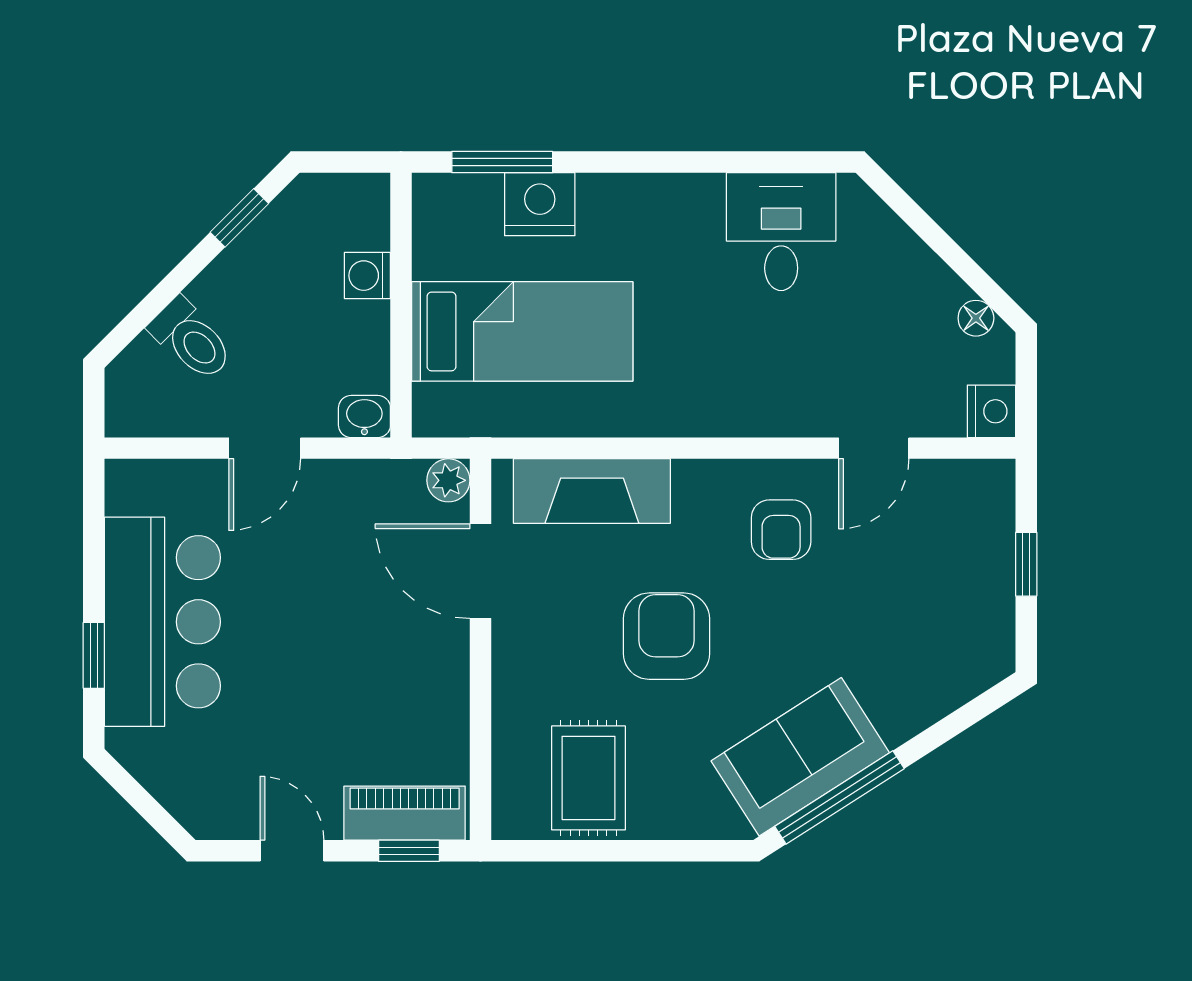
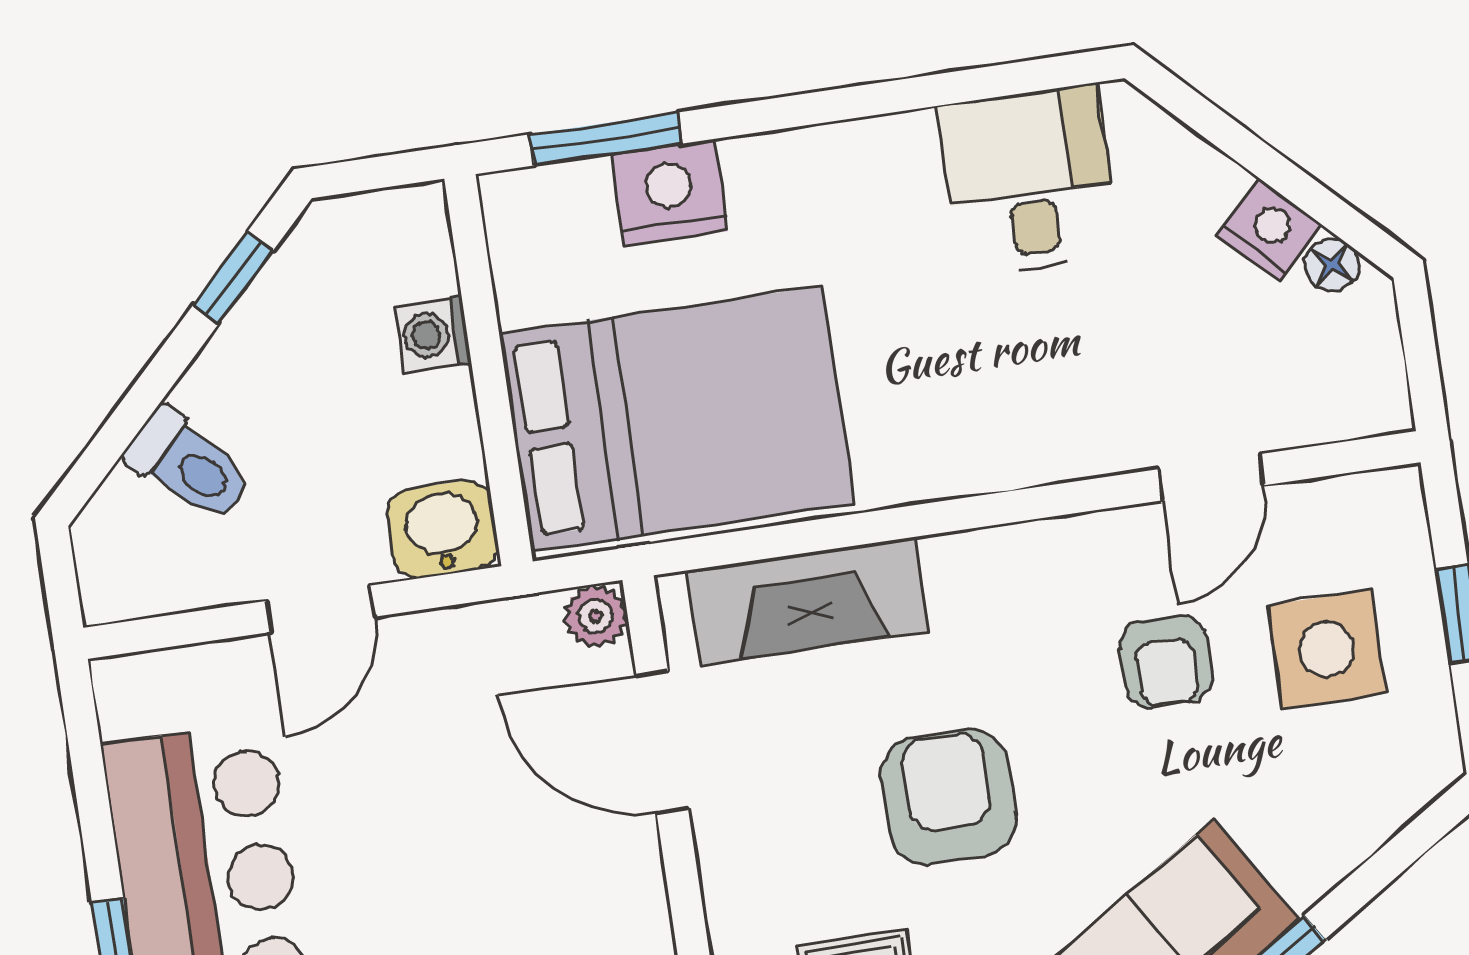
bed: (522, 331) -> (677, 419), width x1.50
nightstand: (992, 411) -> (1269, 230), moved, turned -45
washbasin: (364, 417) -> (442, 529), width x1.38, depth x1.45
armchair: (781, 530) -> (1166, 661), moved
side table: (934, 575) -> (1327, 649), added

